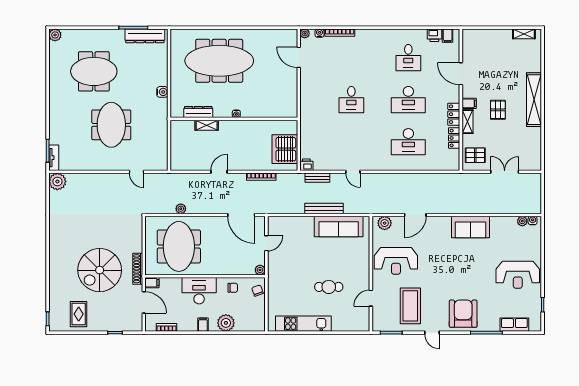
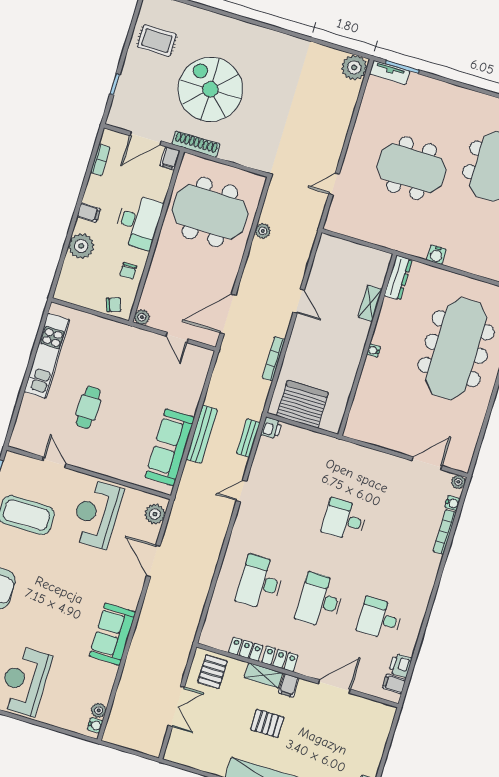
dresser: (198, 112) -> (398, 278), moved

